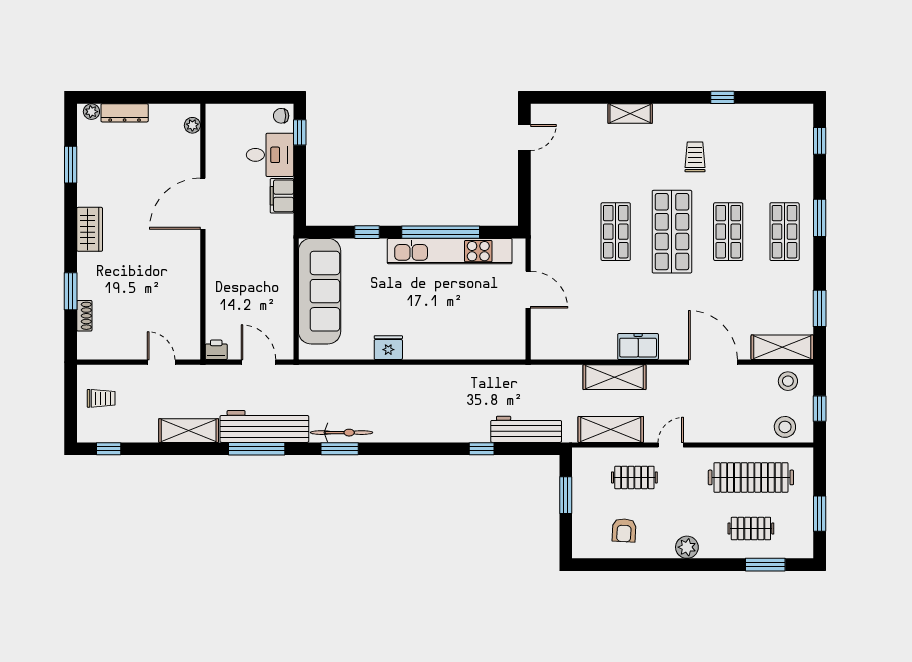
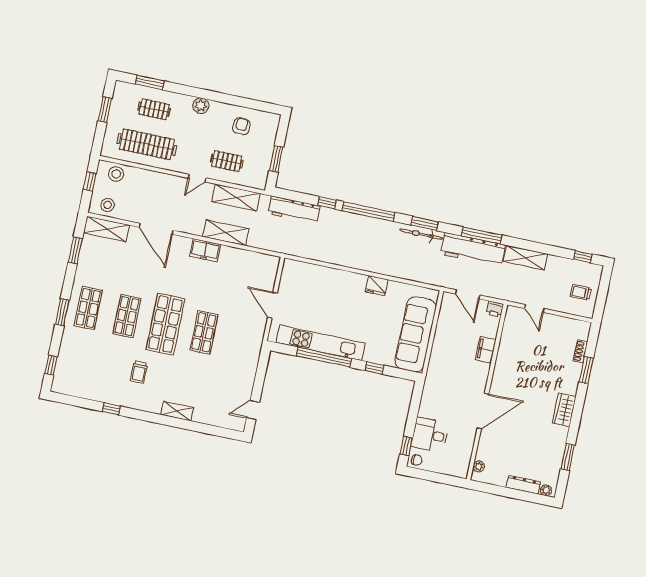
filing cabinet: (282, 196) -> (486, 350), moved, turned 180
window: (421, 449) -> (369, 212), added

